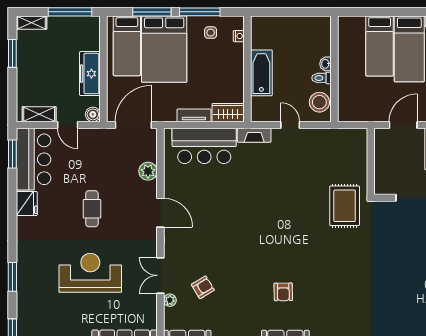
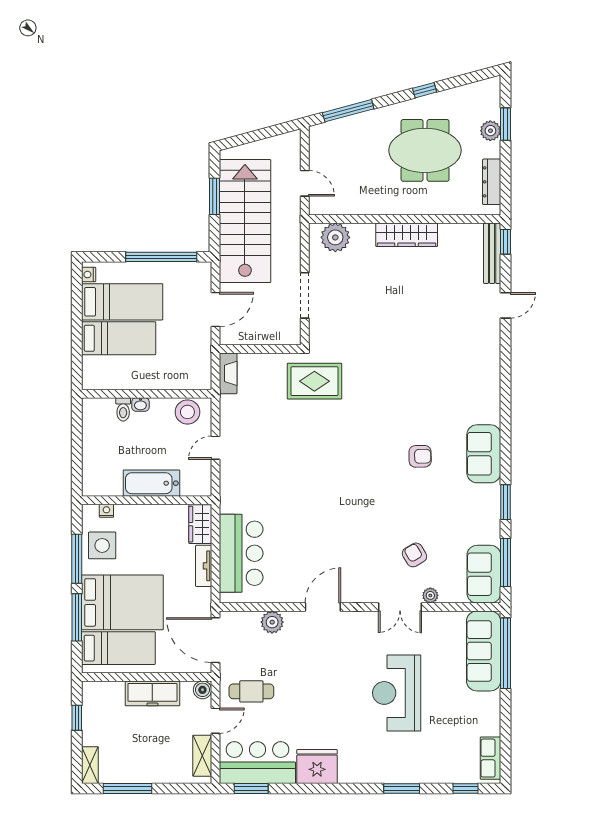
window: (70, 12) -> (77, 718), width x0.46
side table: (211, 33) -> (102, 545), width x1.87, depth x1.87
window: (12, 53) -> (128, 788), width x1.44
toilet: (322, 78) -> (123, 409), moved
door: (403, 125) -> (215, 309), swing flipped
fireplace: (254, 135) -> (228, 373), moved
fridge: (27, 203) -> (317, 767), width x1.36, depth x1.34
cafe table: (92, 209) -> (251, 691), moved

